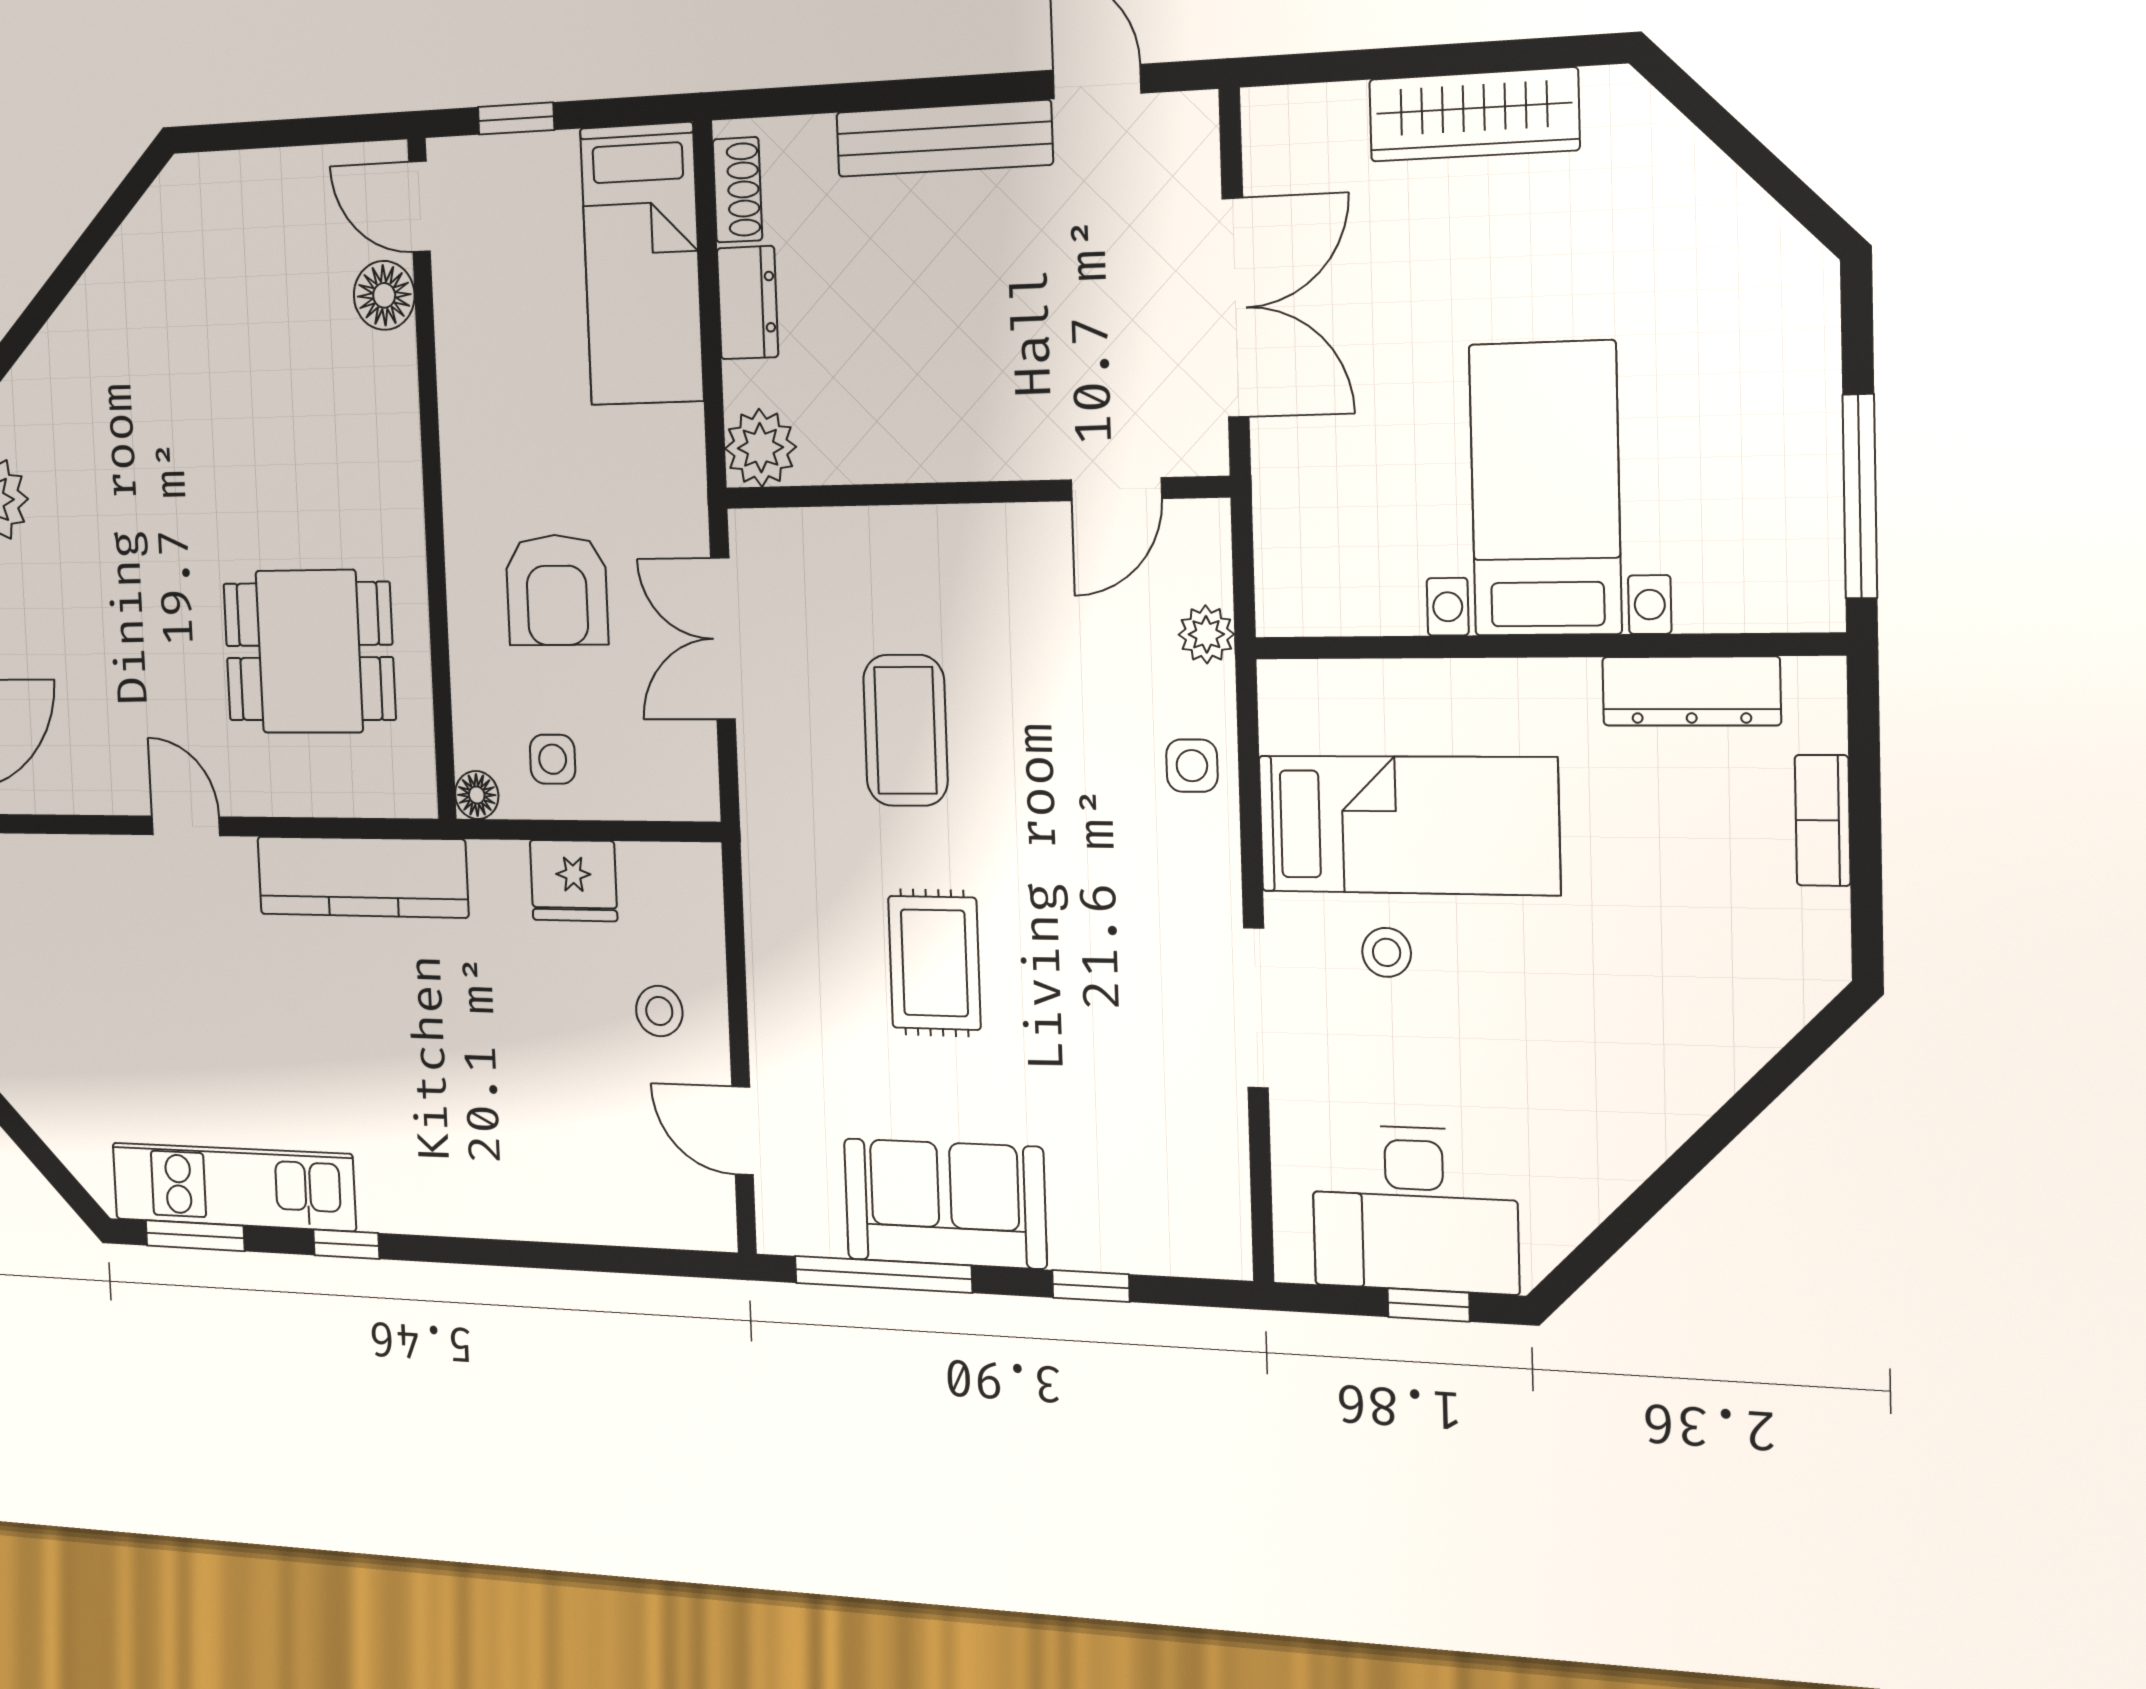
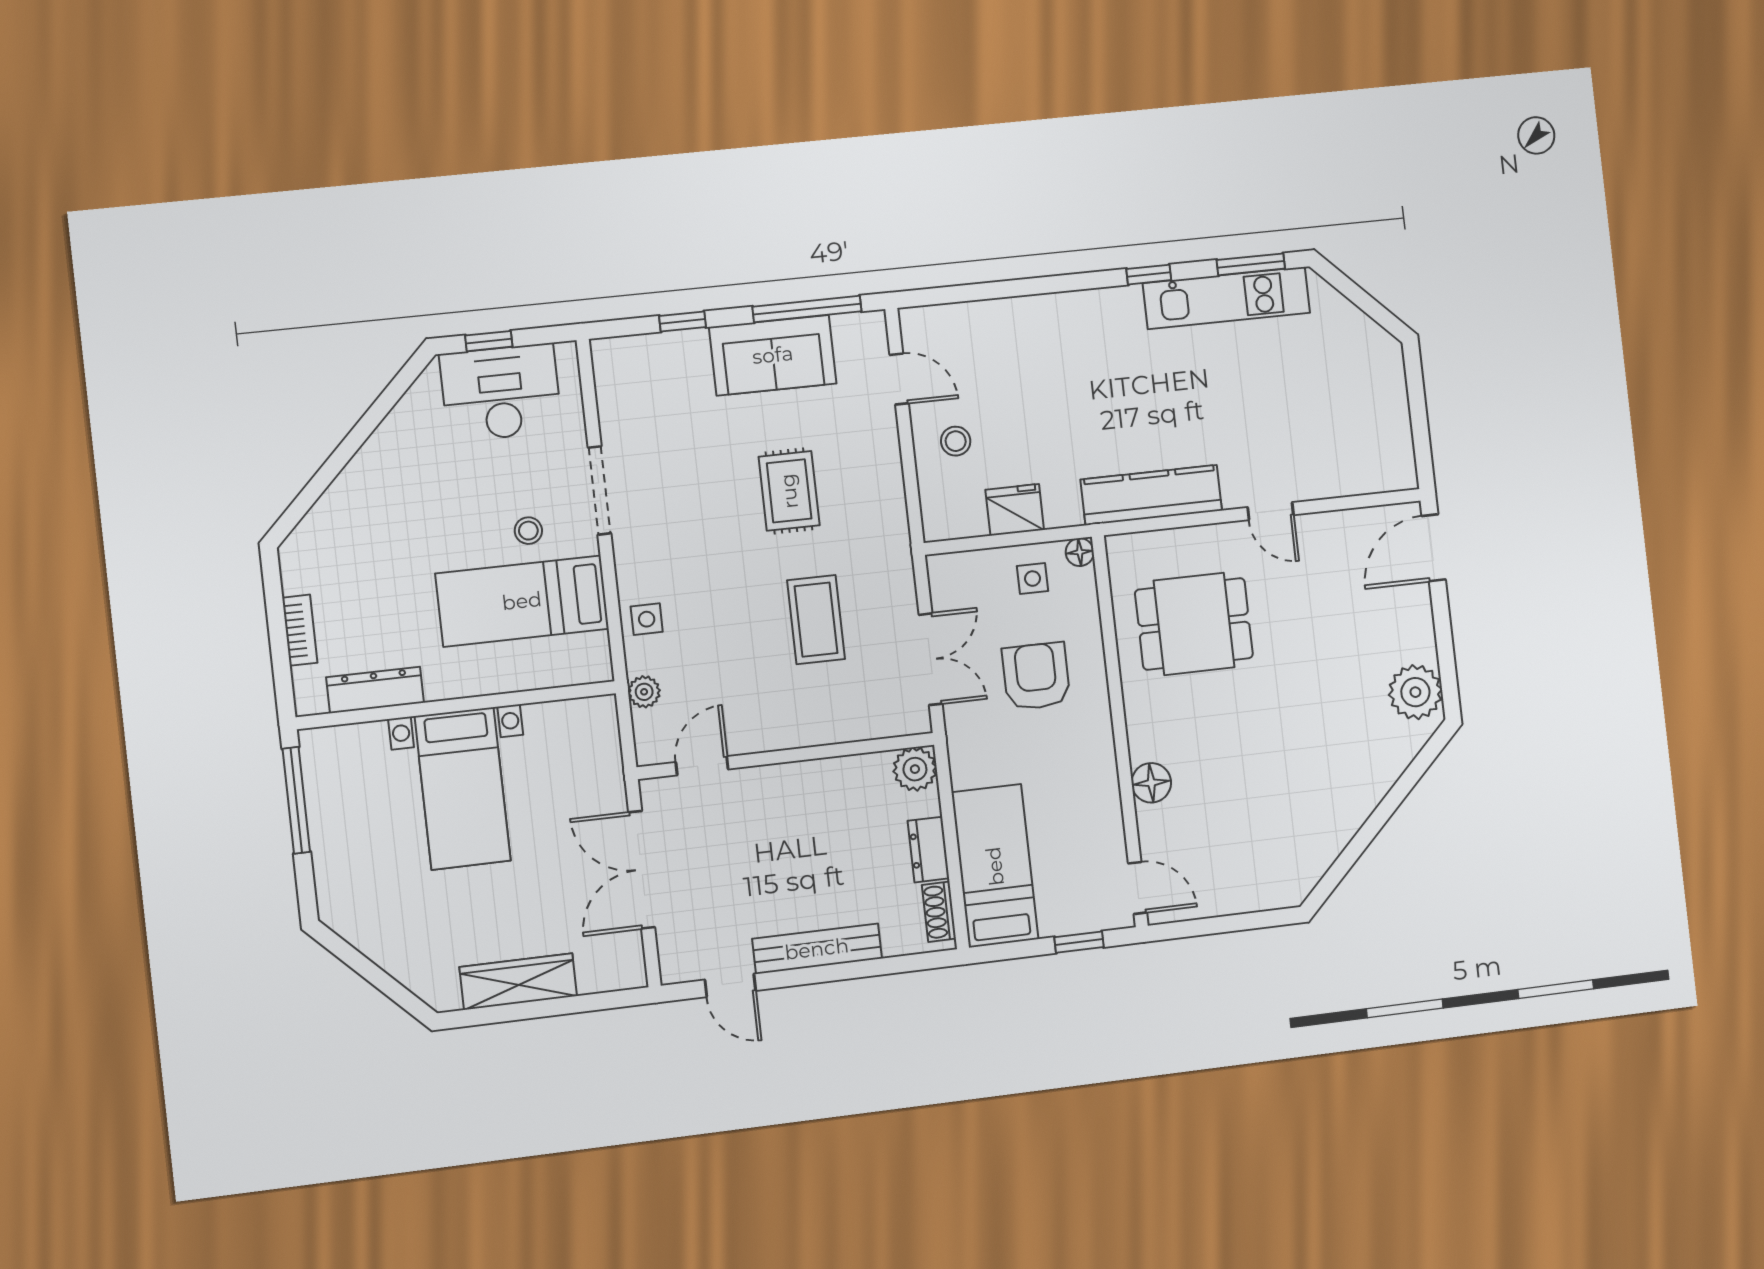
floor lamp: (384, 295) -> (1151, 783), moved

